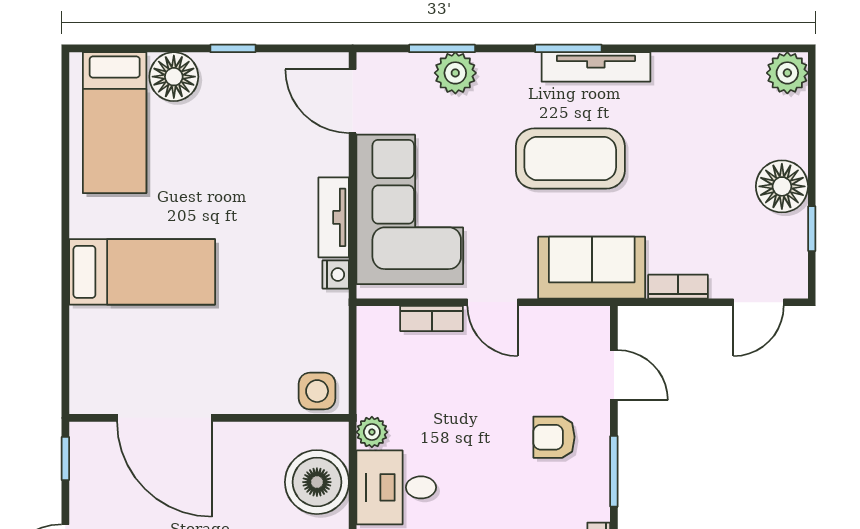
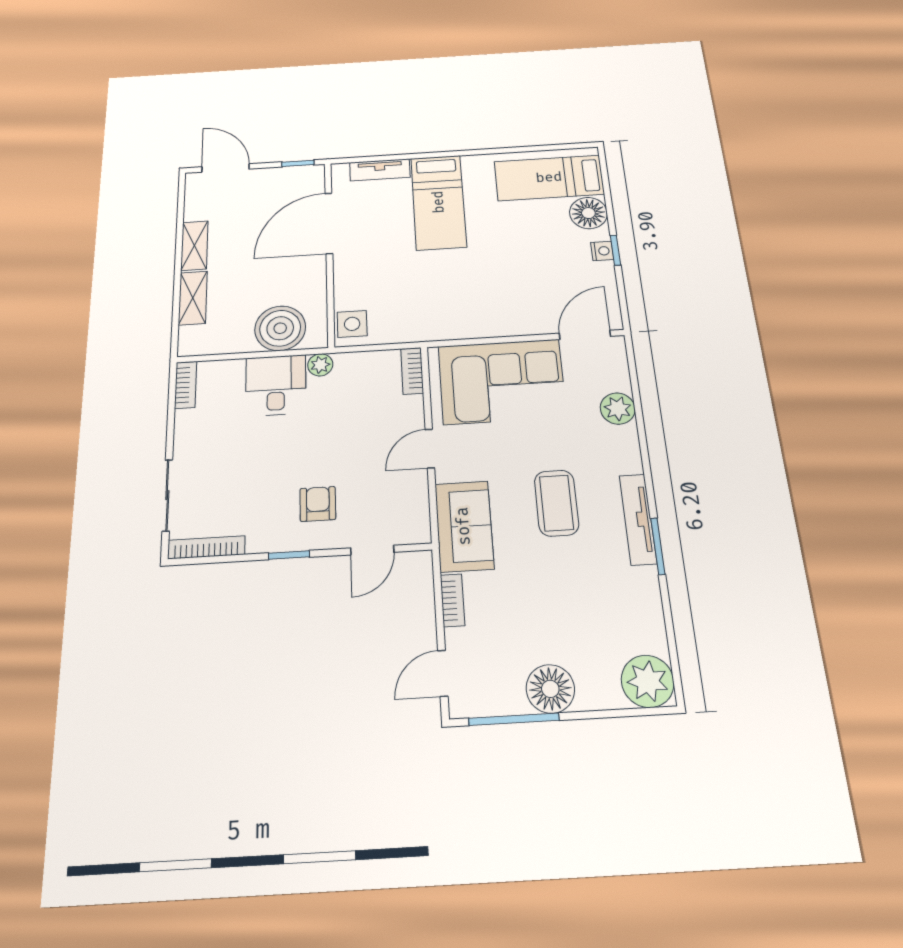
window: (442, 48) -> (637, 397), removed
window: (568, 48) -> (658, 546), moved
plant: (787, 73) -> (648, 681), width x1.36, depth x1.36
coffee table: (570, 158) -> (556, 503), width x0.73, depth x0.76
tv unit: (334, 217) -> (380, 170), moved, turned 180
window: (812, 229) -> (514, 719), width x2.17
nightstand: (336, 275) -> (602, 251), moved, turned -90
door: (759, 302) -> (443, 673), hinge flipped
bookcase: (432, 319) -> (412, 371), moved
window: (614, 471) -> (289, 555), width x0.67

